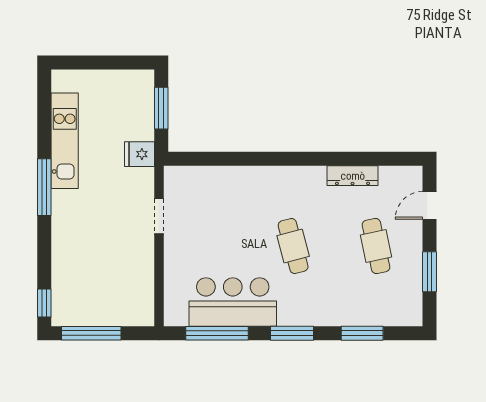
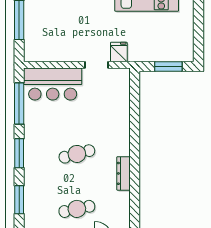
fridge: (139, 154) -> (119, 52), moved
dresser: (353, 176) -> (124, 173), moved
bar counter: (233, 302) -> (53, 84), moved, turned 90

